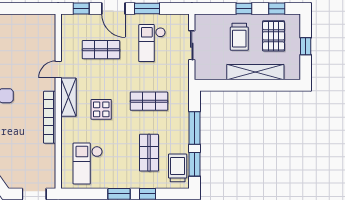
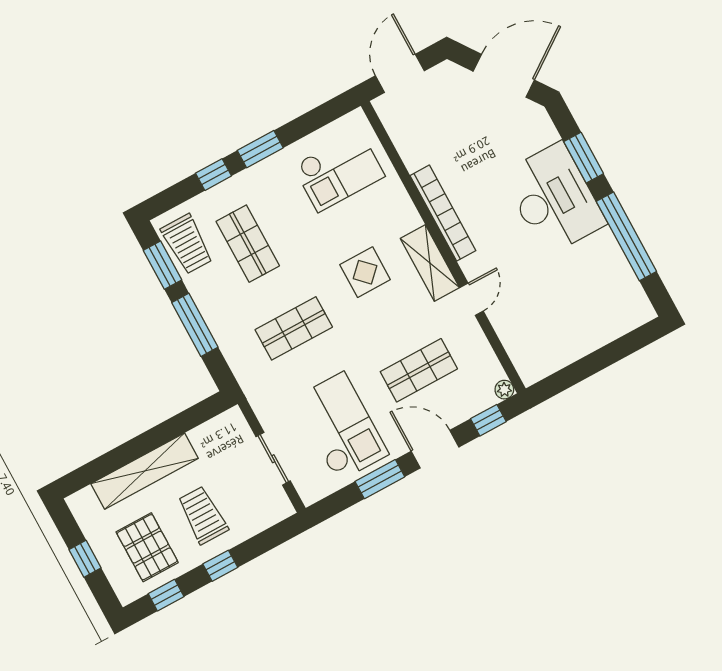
plant: (66, 19) -> (504, 390), added
checkout: (152, 43) -> (341, 427), width x1.36, depth x1.21
checkout: (88, 164) -> (339, 171), turned 90

